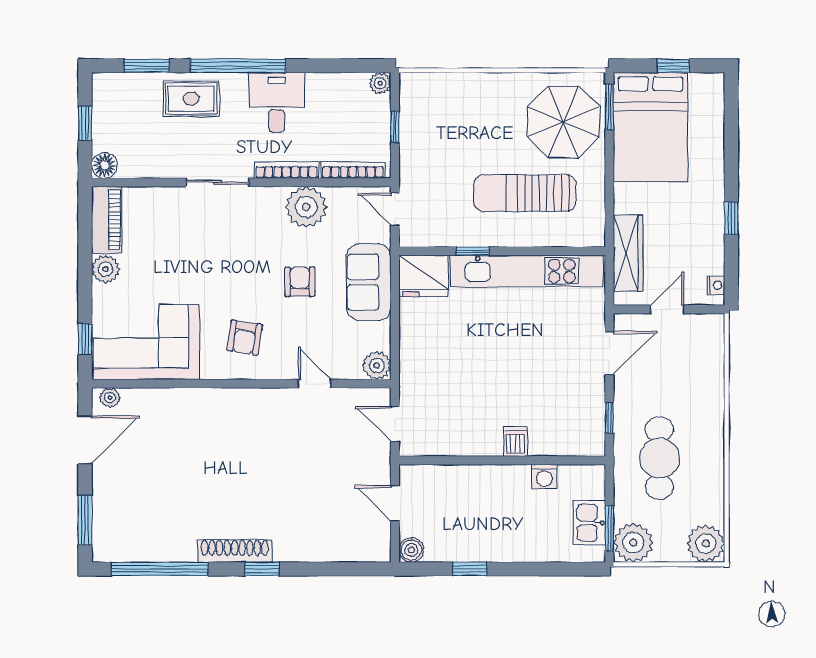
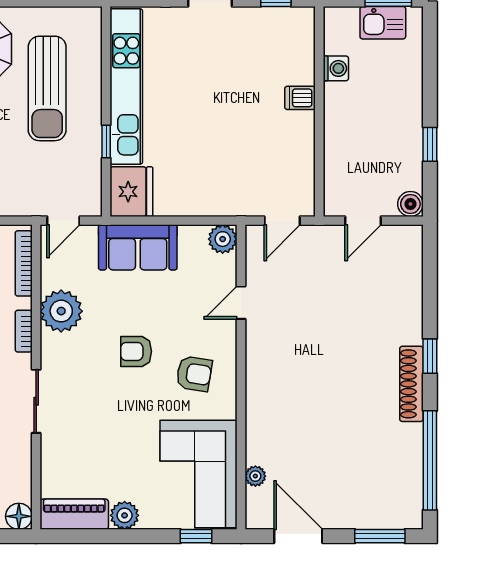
bookcase: (286, 170) -> (24, 331), width x0.64
armchair: (300, 282) -> (136, 351), moved
plant: (110, 398) -> (255, 476), moved

